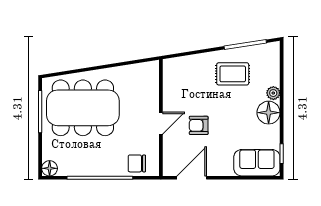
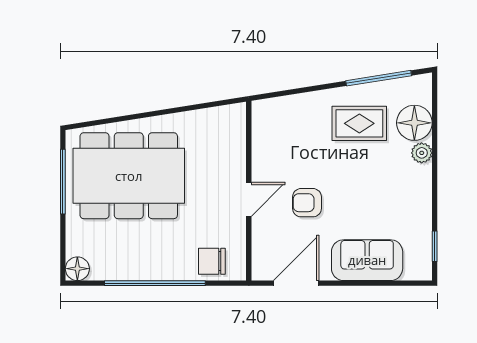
floor lamp: (269, 113) -> (414, 123), moved
sofa: (257, 163) -> (367, 260), moved

